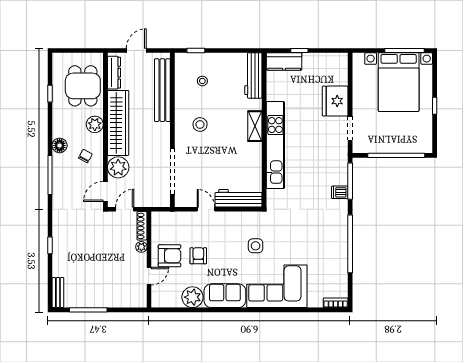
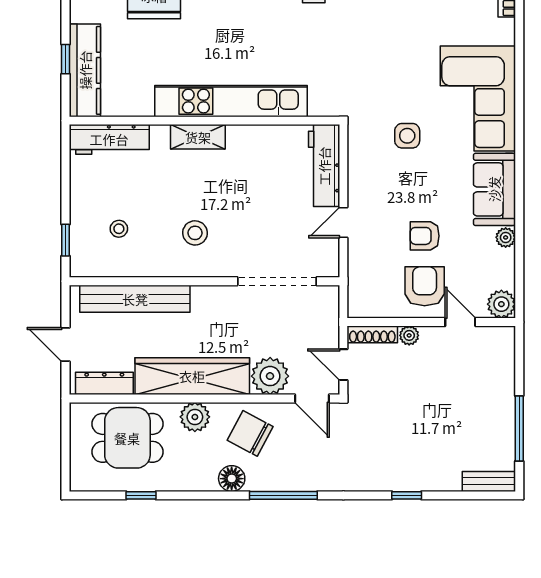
kitchen counter: (284, 62) -> (85, 70), width x1.50
chair: (85, 156) -> (250, 433), width x1.87, depth x1.87
plant: (192, 297) -> (506, 237), width x0.53, depth x0.53
plant: (159, 300) -> (501, 304), added

